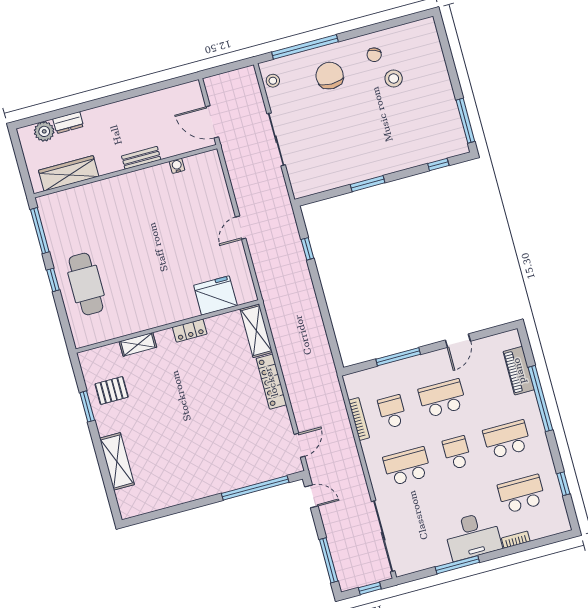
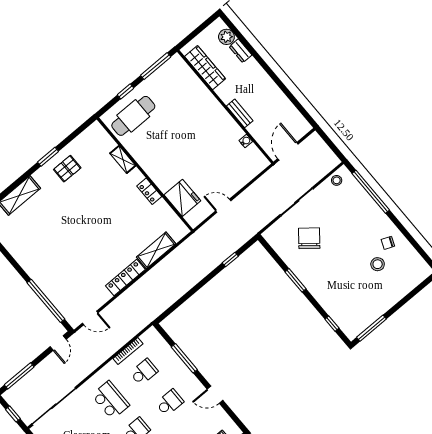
chair: (330, 76) -> (309, 238), moved, turned -51
fridge: (215, 295) -> (182, 198), moved
wall: (167, 326) -> (145, 174), moved
locker: (190, 331) -> (149, 191), moved
shelving: (138, 344) -> (123, 160), moved
pallet: (112, 390) -> (67, 169), turned 90
school desk: (442, 398) -> (170, 403), width x0.54

